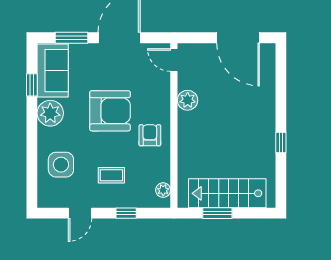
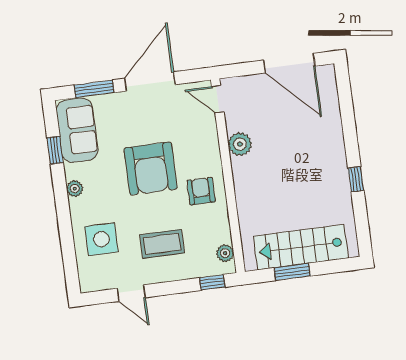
armchair: (110, 111) -> (151, 168), turned 90
plant: (50, 113) -> (75, 189), width x0.53, depth x0.53
coffee table: (111, 175) -> (162, 244), width x1.36, depth x1.30
door: (80, 213) -> (131, 293), hinge flipped
window: (126, 213) -> (212, 282), moved

